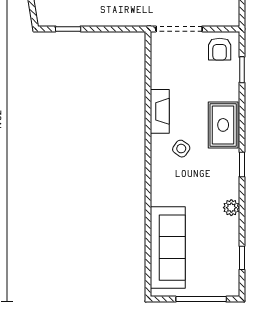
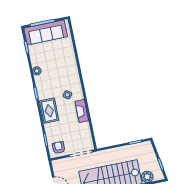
sofa: (168, 248) -> (46, 32), moved, turned -90

